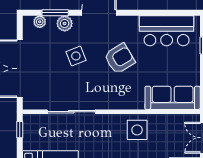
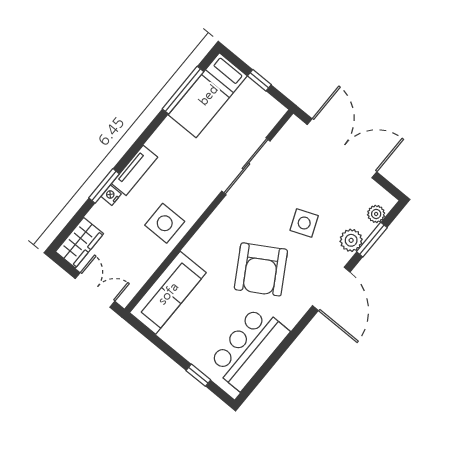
armchair: (120, 59) -> (261, 269), width x1.36, depth x1.36
window: (20, 130) -> (259, 80), moved

